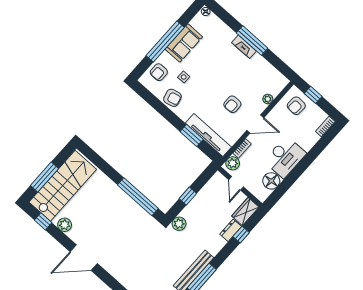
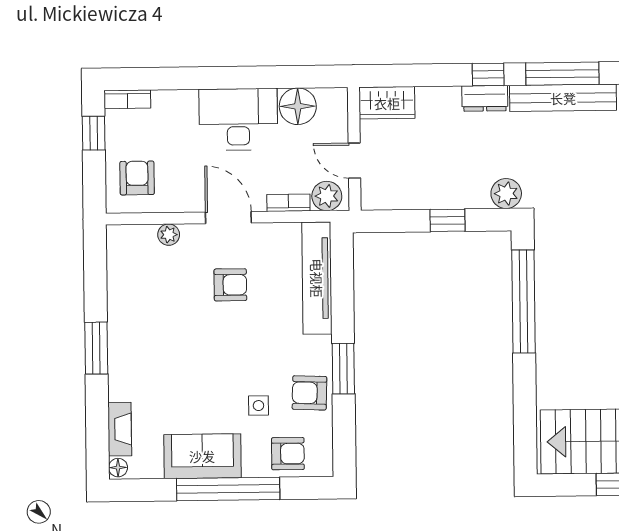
window: (252, 41) -> (96, 348), width x0.69
fireplace: (244, 47) -> (120, 429), moved
window: (313, 95) -> (94, 133), moved
armchair: (172, 98) -> (309, 393), turned -74
armchair: (296, 106) -> (137, 178), turned -93
window: (192, 135) -> (343, 369), moved
door: (236, 183) -> (354, 161), swing flipped
dresser: (231, 230) -> (485, 98), moved
window: (241, 235) -> (488, 75), moved

